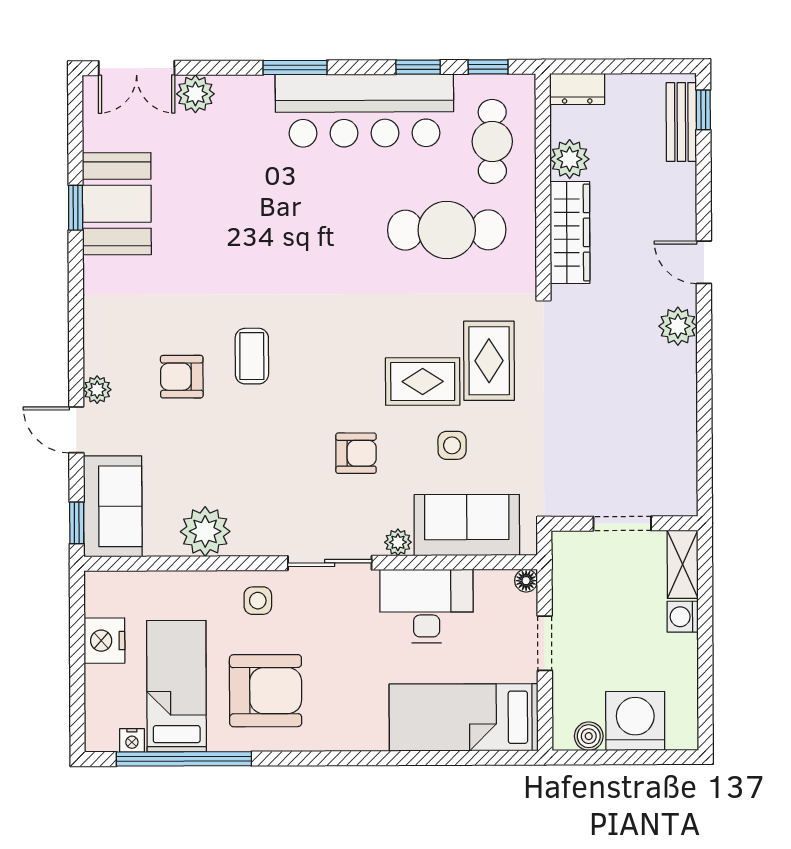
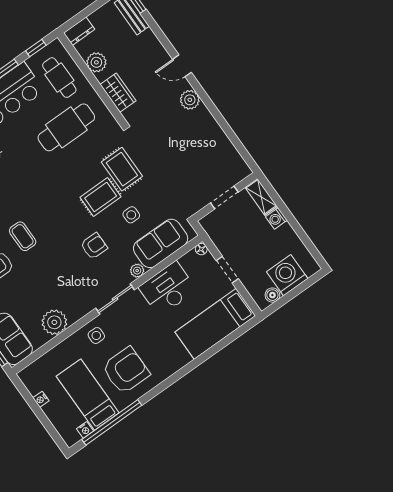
wardrobe: (570, 233) -> (118, 93), width x0.67
nightstand: (104, 641) -> (41, 399), width x0.53, depth x0.56

